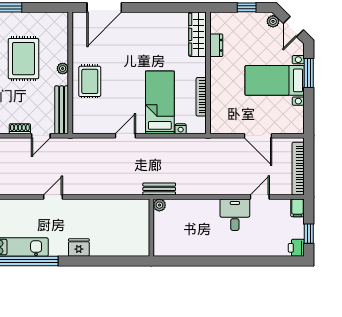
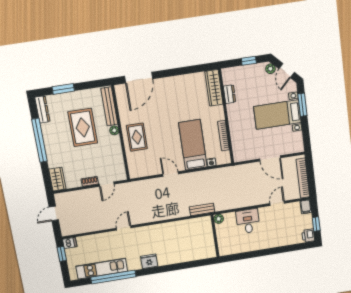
bench: (62, 110) -> (109, 106), moved
door: (125, 136) -> (171, 174), hinge flipped
plant: (159, 205) -> (219, 219), moved
desk: (235, 215) -> (248, 221), moved
wall: (151, 228) -> (215, 236), moved

